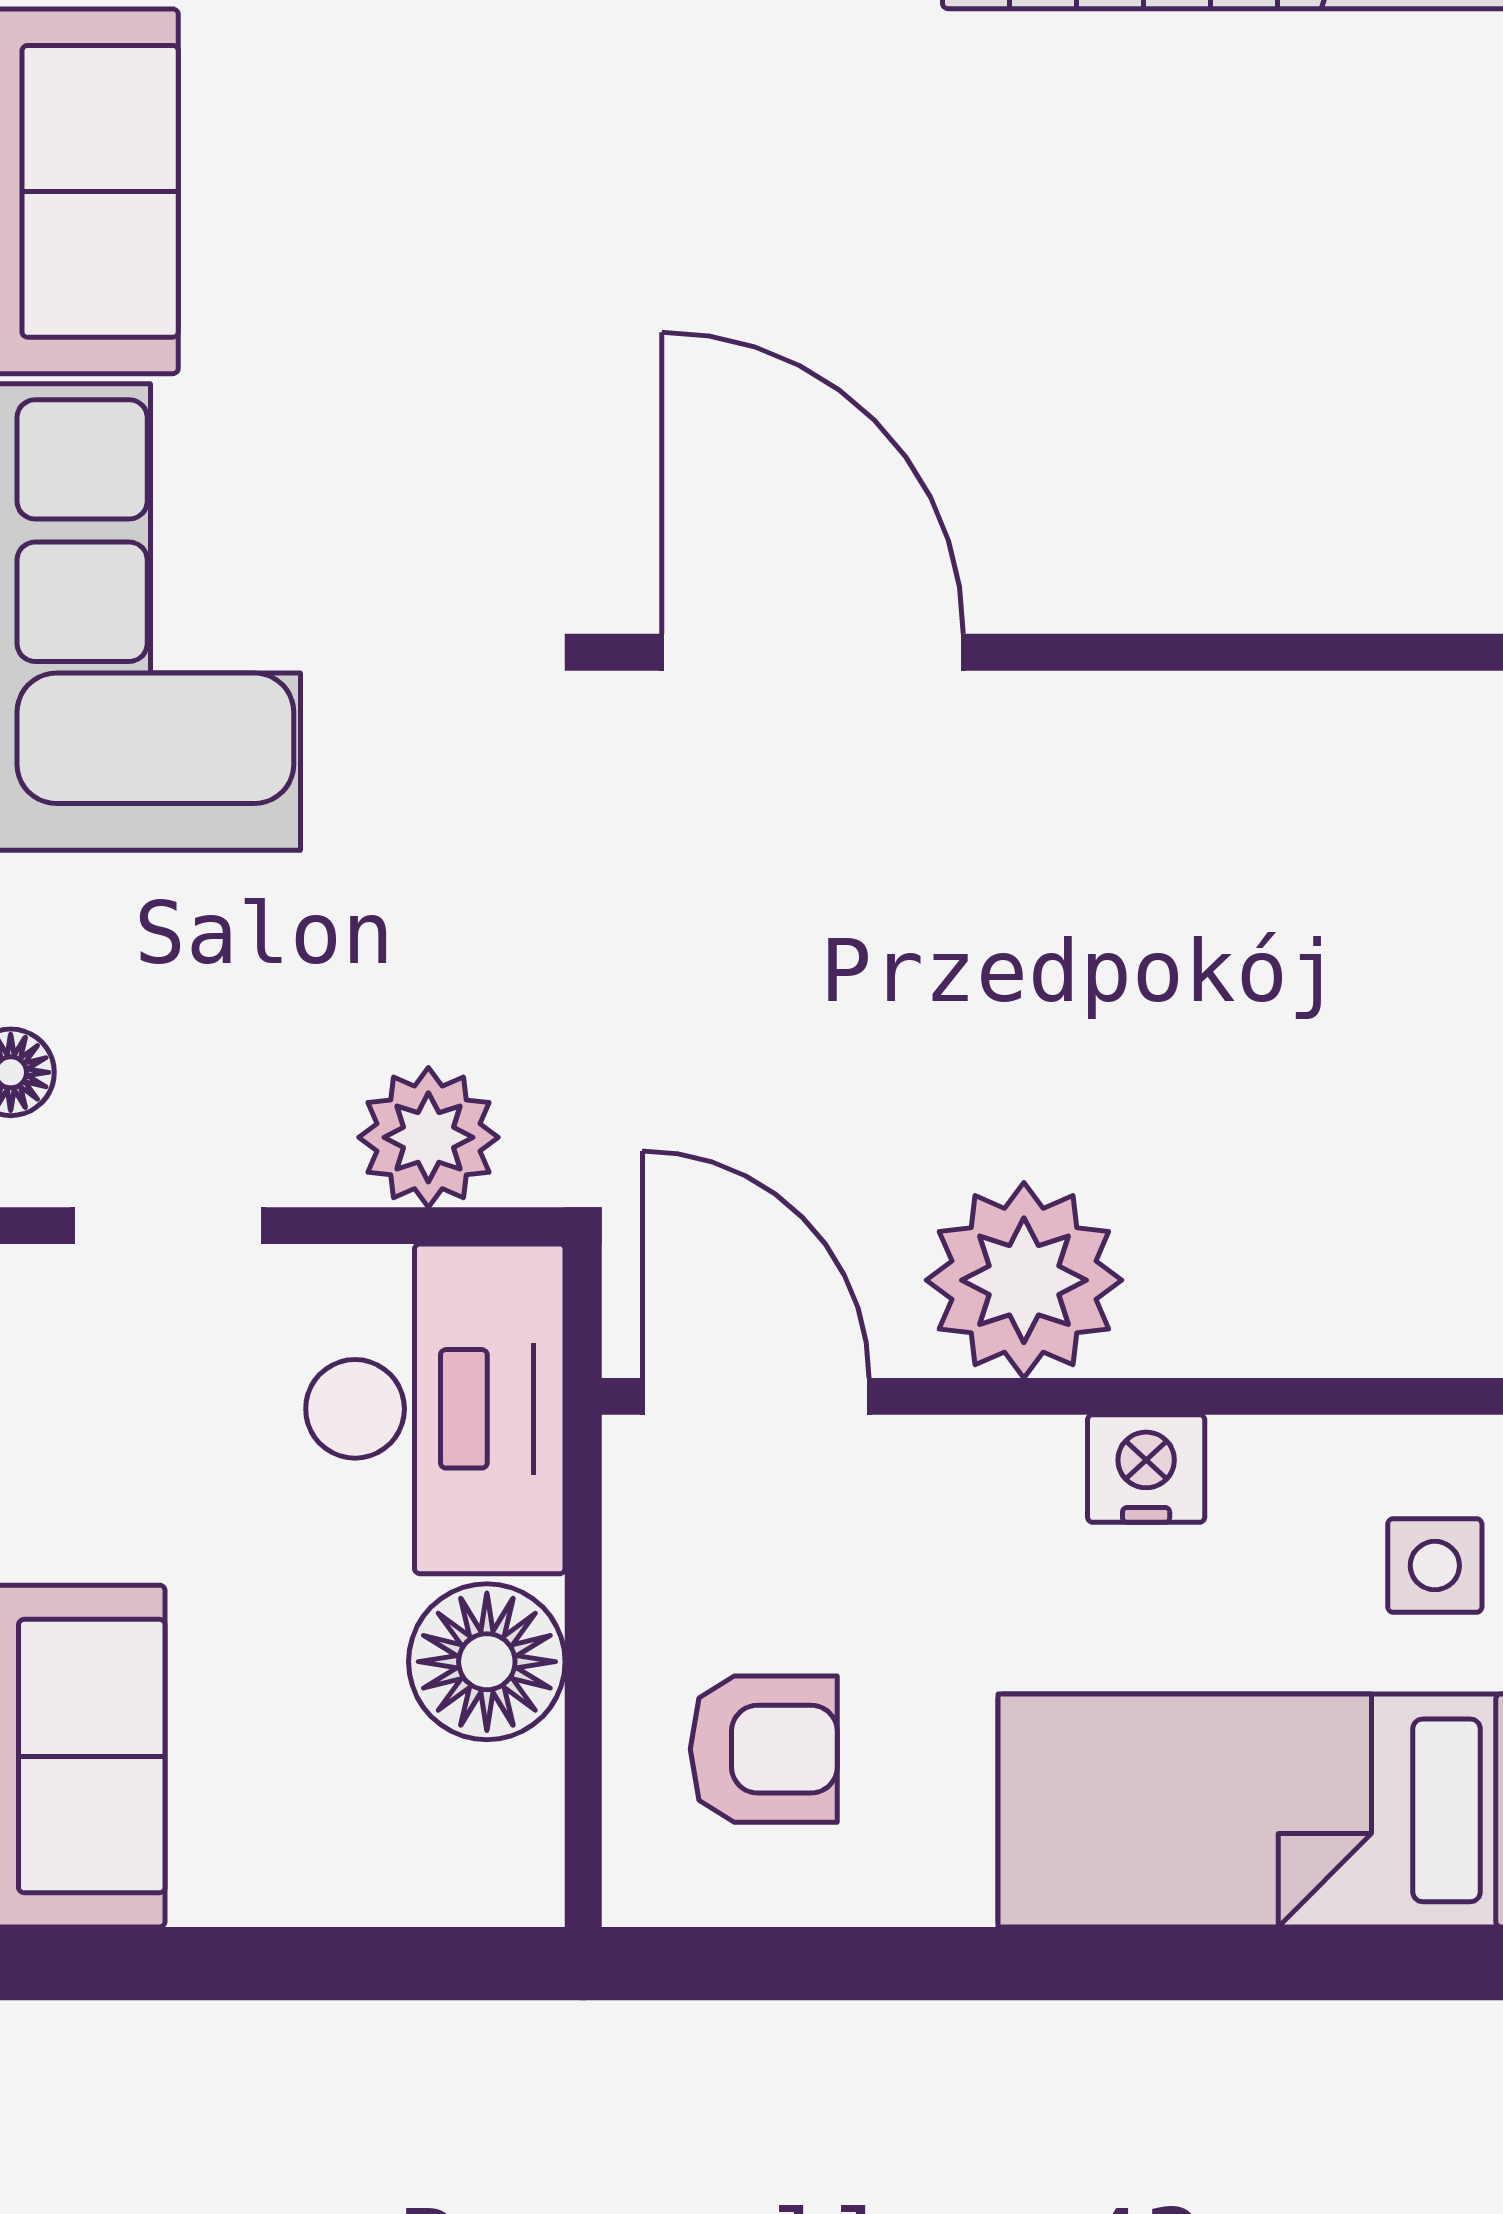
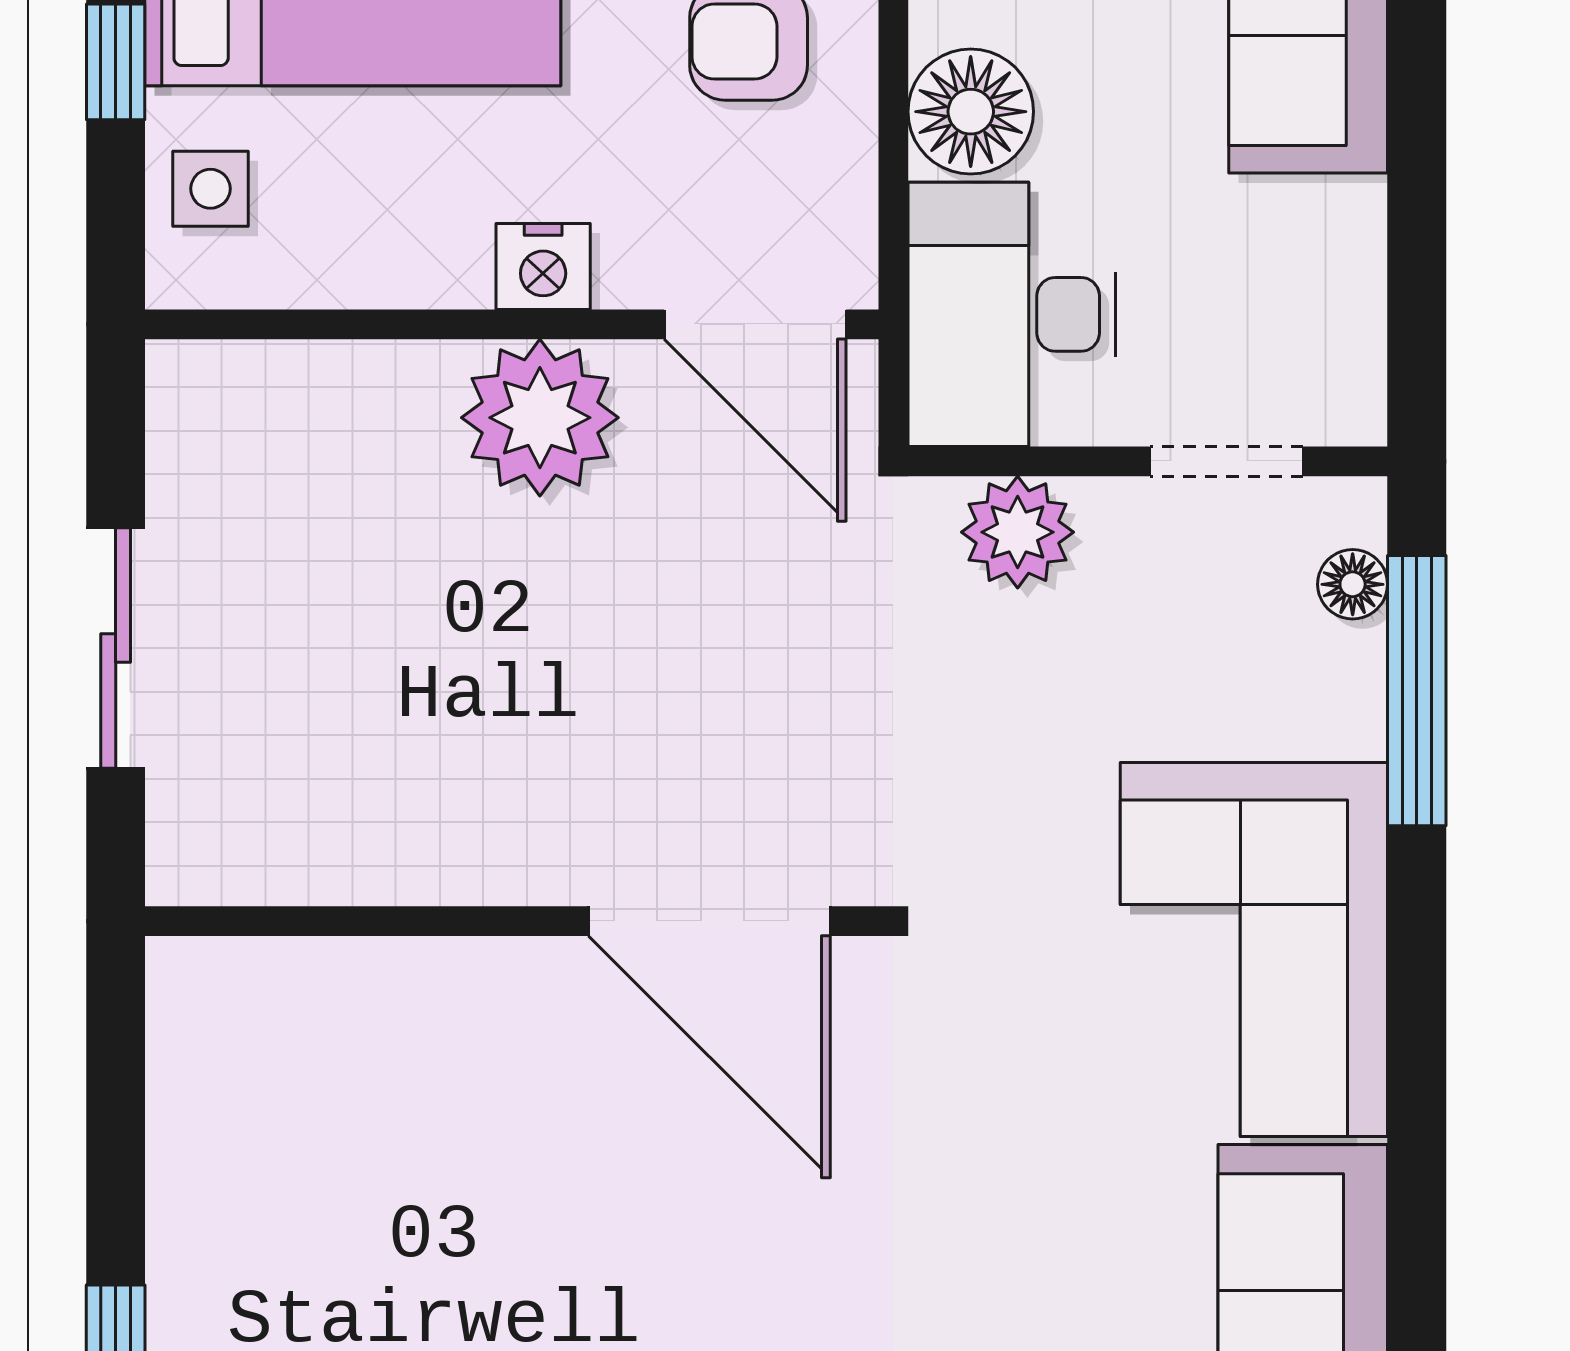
nightstand: (1146, 1469) -> (543, 266), moved

